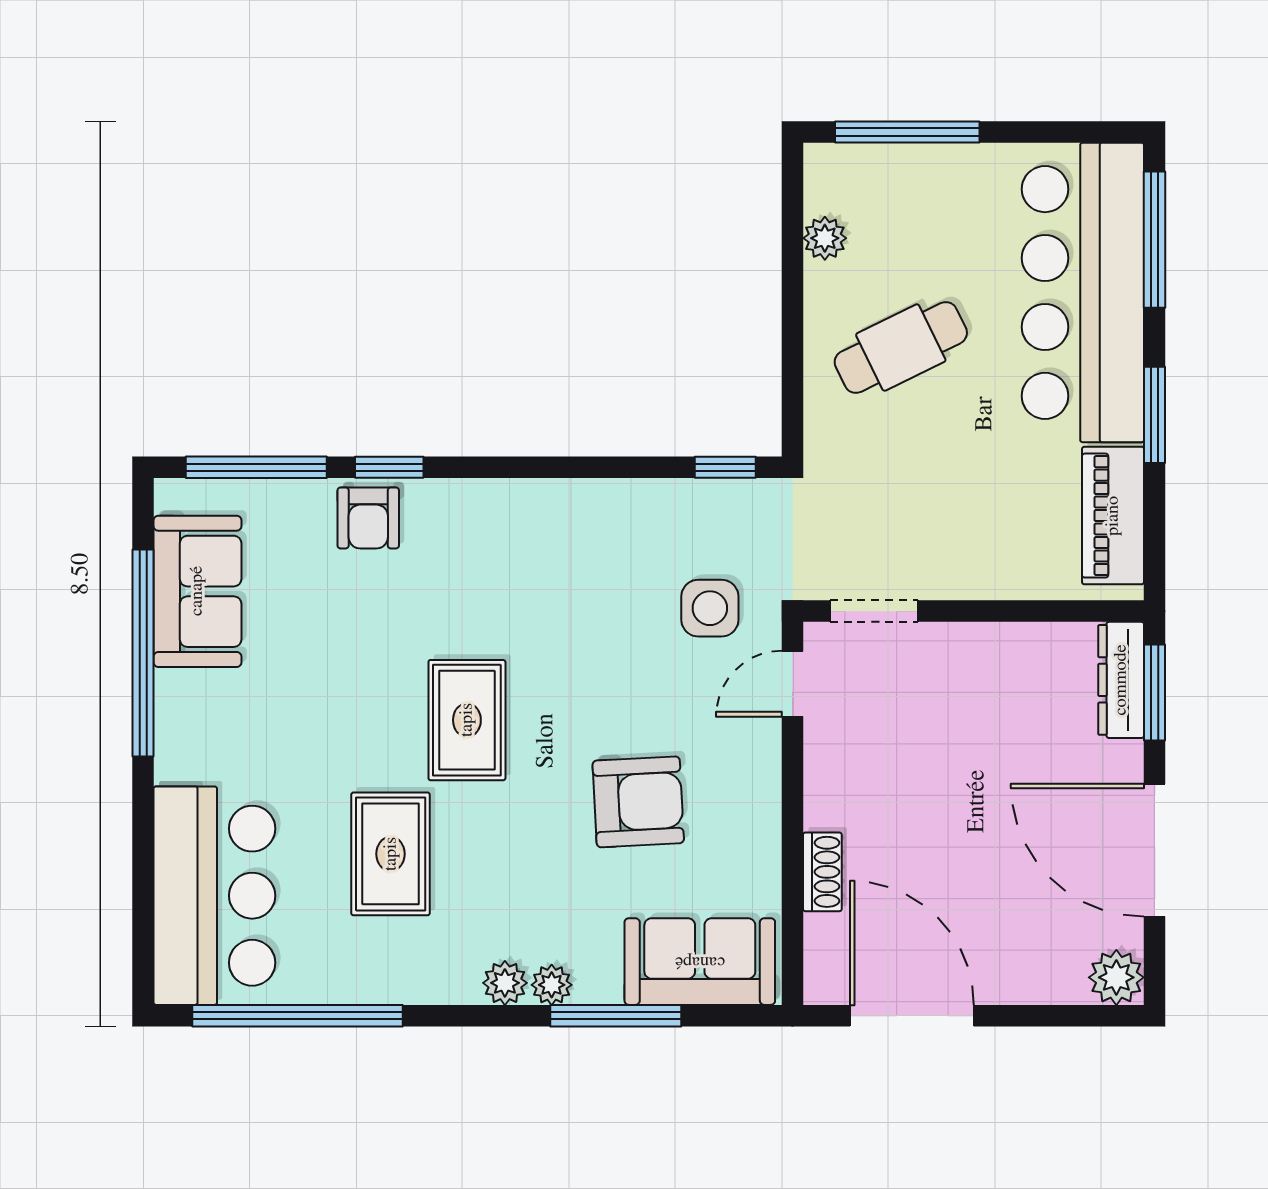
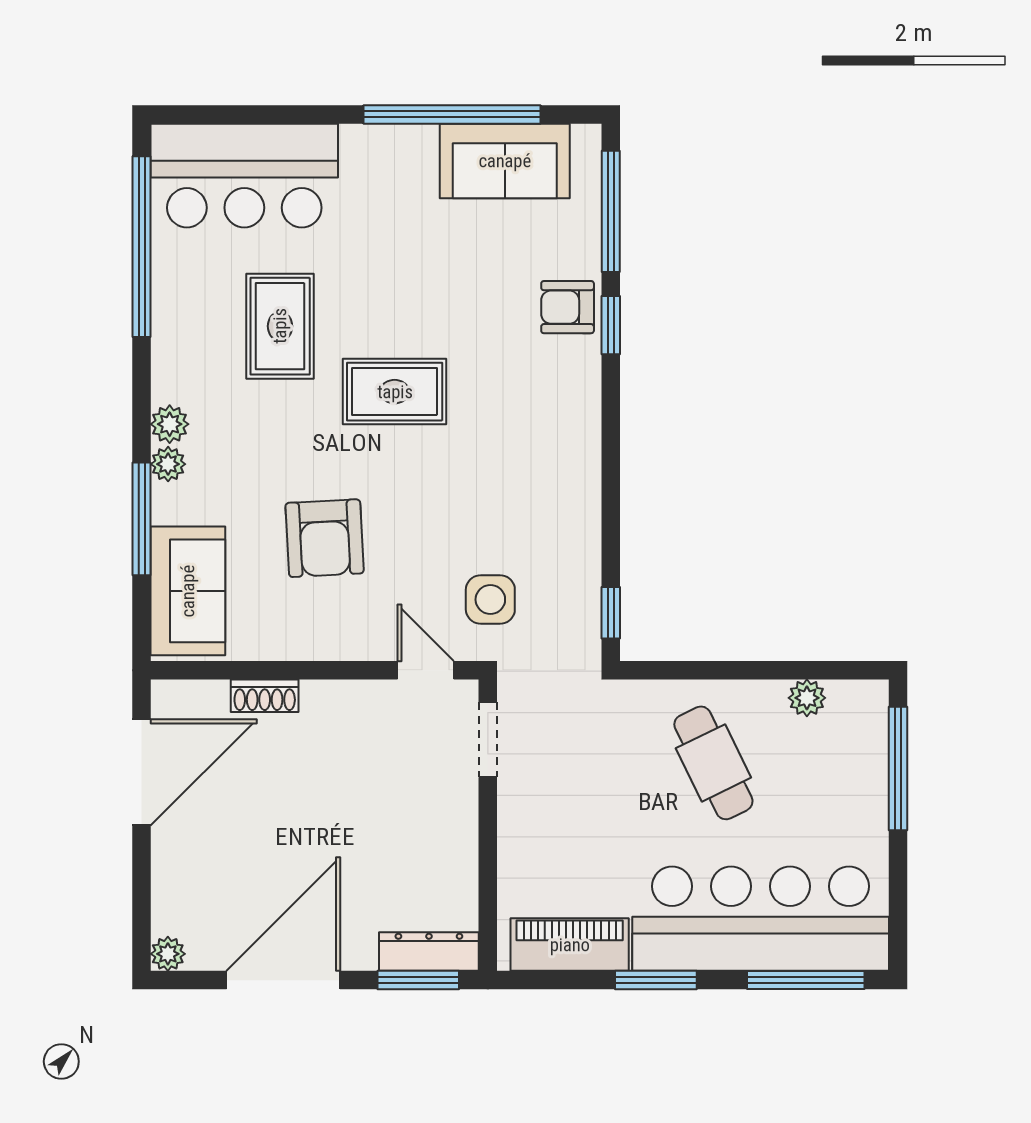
rug: (391, 854) -> (280, 326), turned 90
plant: (1116, 977) -> (168, 954), width x0.73, depth x0.73

